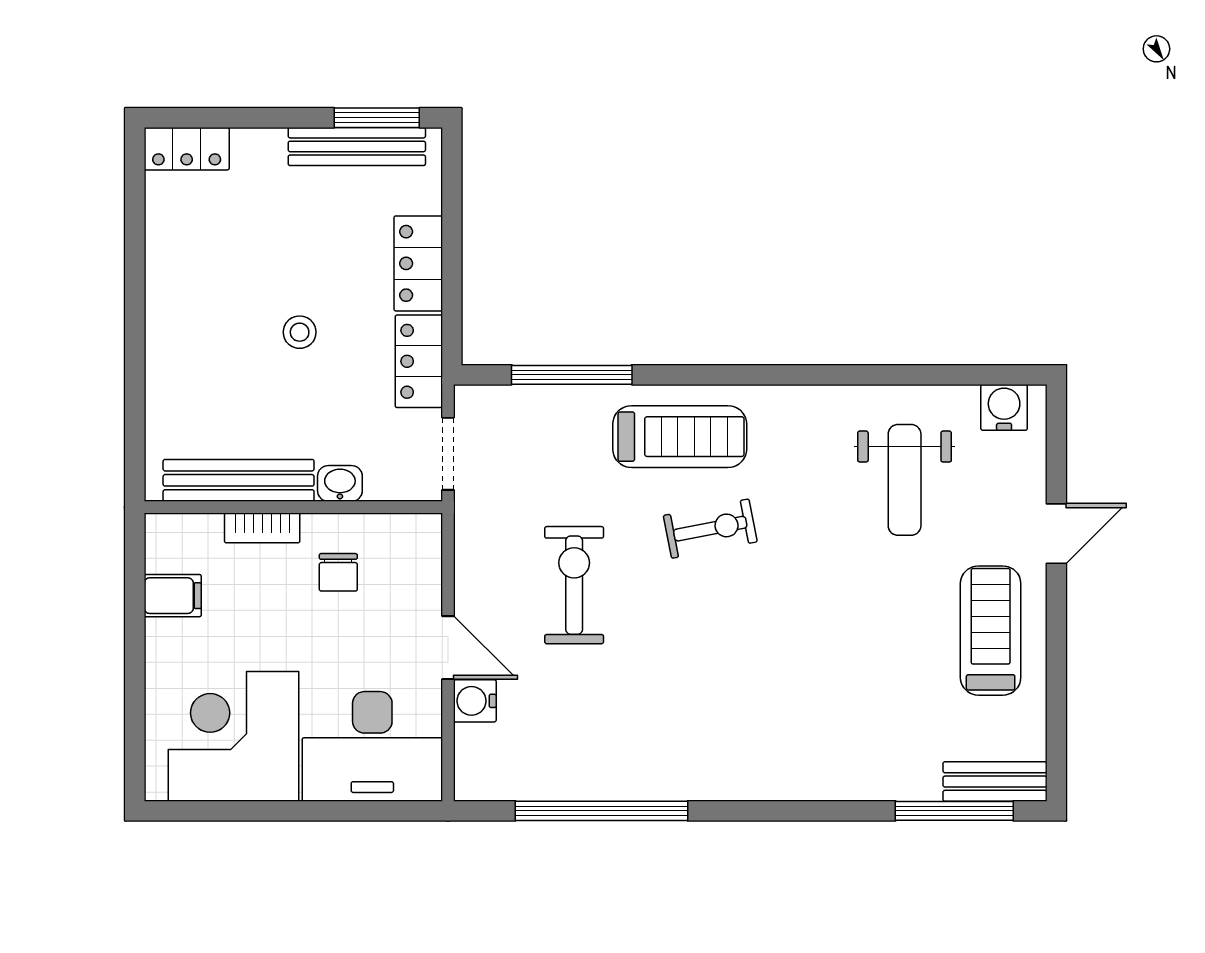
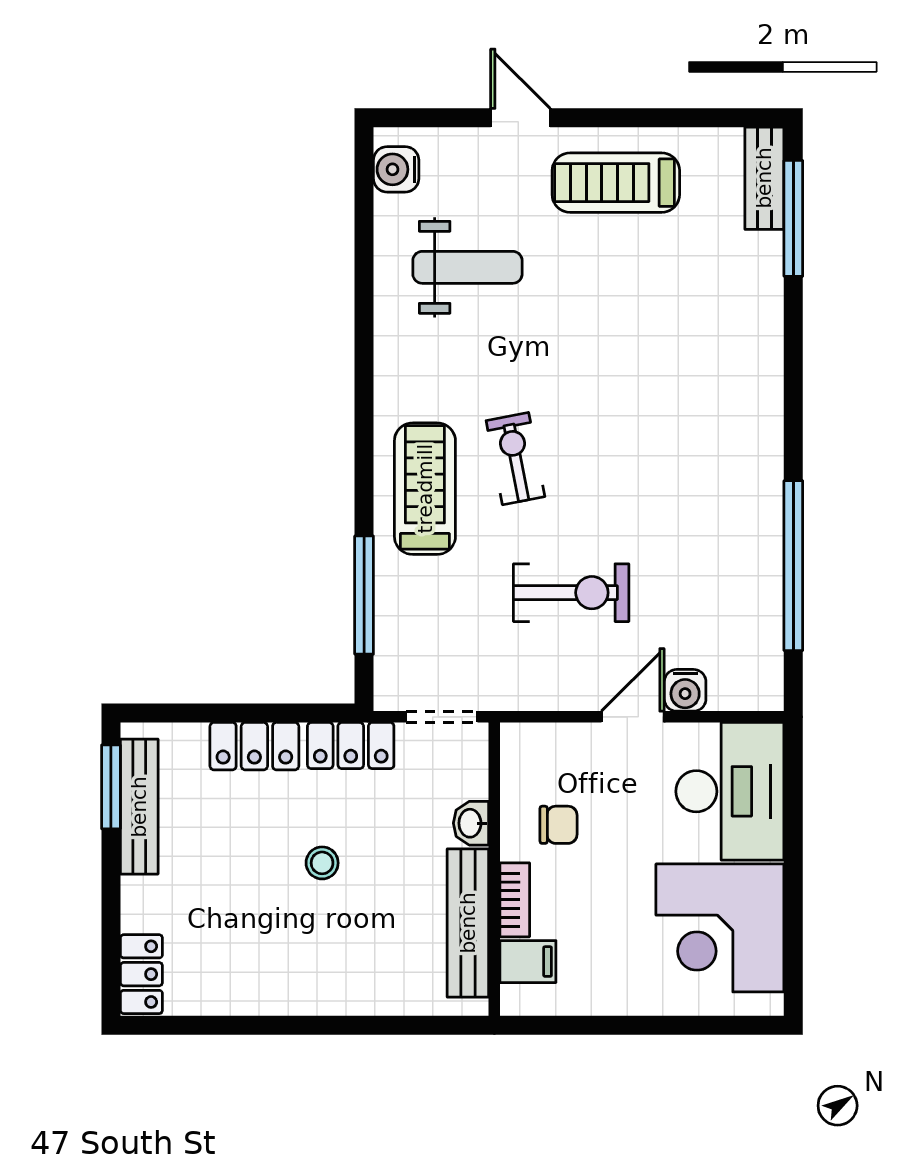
exercise bike: (574, 585) -> (571, 593), turned 180
filing cabinet: (173, 596) -> (528, 962), moved, turned 90

